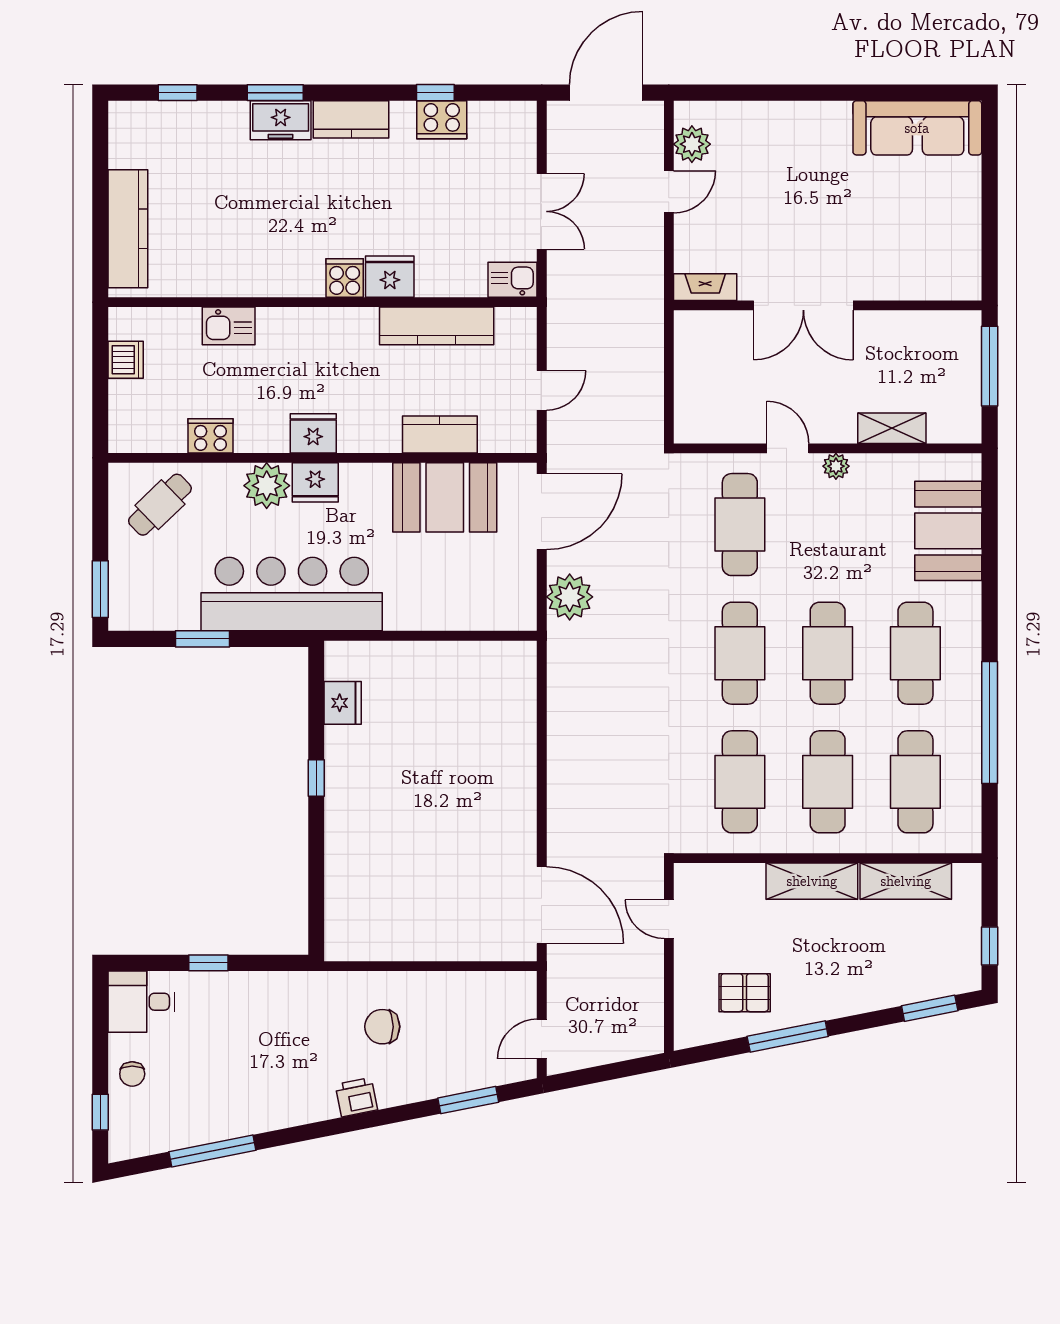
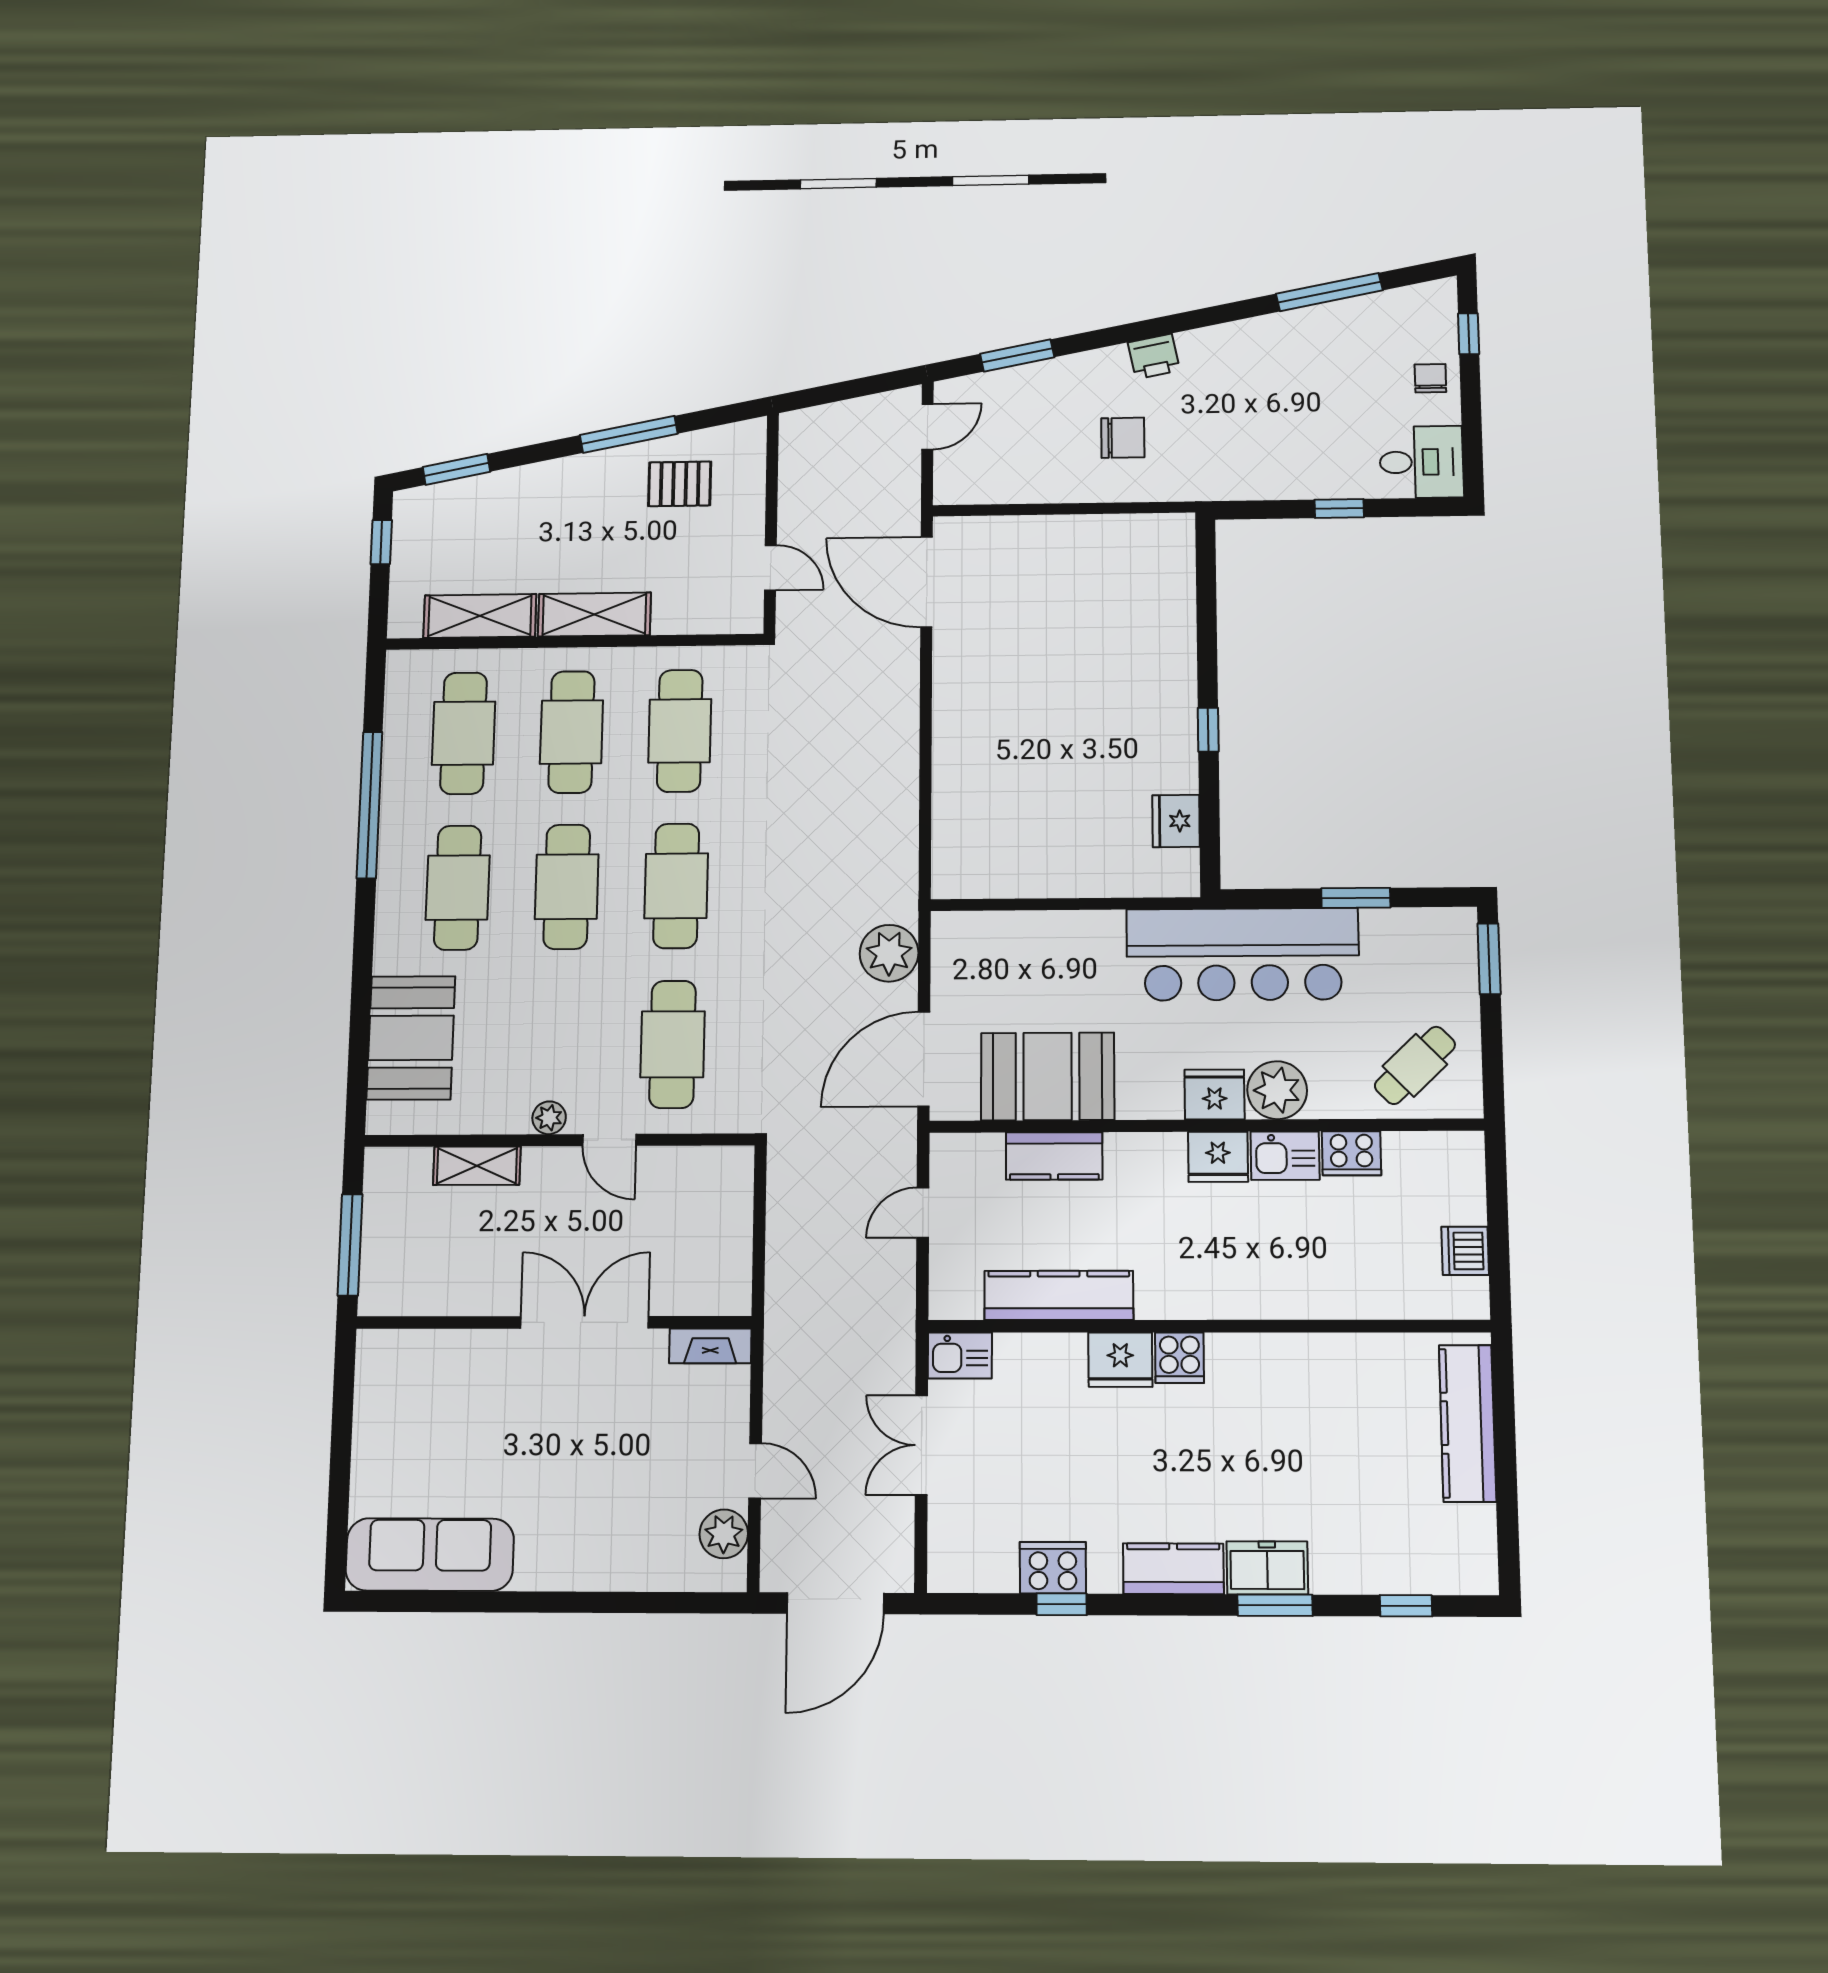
door: (669, 192) -> (755, 1471), swing flipped
kitchen sink: (229, 326) -> (1285, 1156), moved, turned 180

